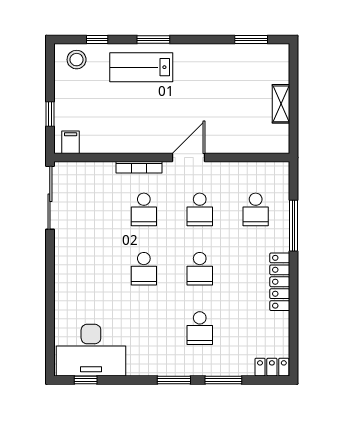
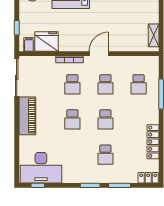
shelving: (281, 104) -> (154, 35), moved
fridge: (100, 137) -> (47, 41), added
piano: (68, 263) -> (27, 116), added
locker: (280, 282) -> (153, 142), moved

